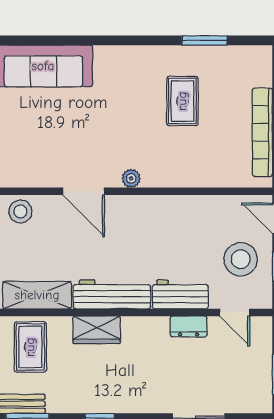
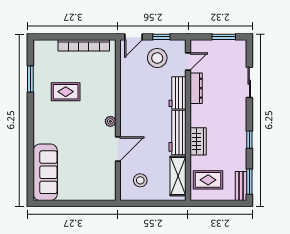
stool: (21, 211) -> (140, 180), moved
dresser: (189, 326) -> (196, 88), width x1.44

